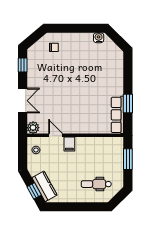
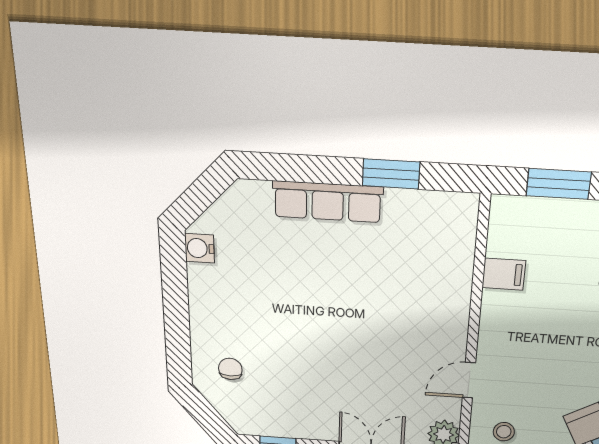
row of seats: (117, 115) -> (328, 202), moved
filing cabinet: (69, 144) -> (504, 274), moved

